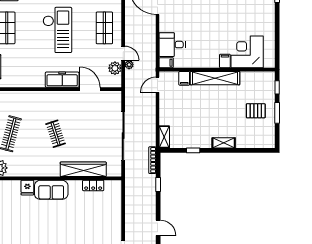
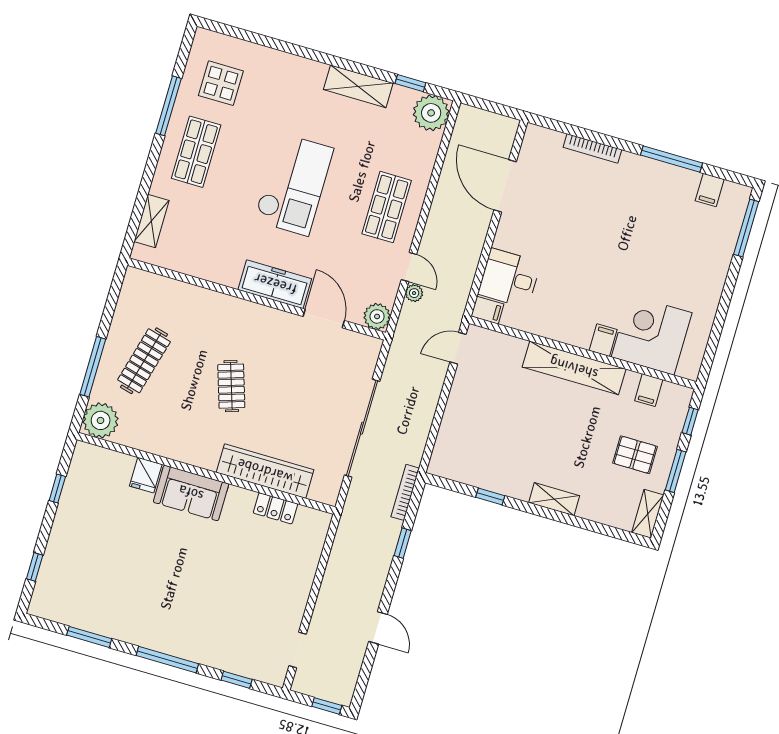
plant: (115, 68) -> (377, 316), moved
filing cabinet: (184, 78) -> (649, 390), moved
shelving: (164, 137) -> (648, 514), moved

